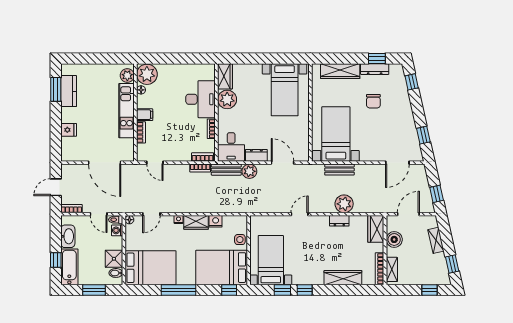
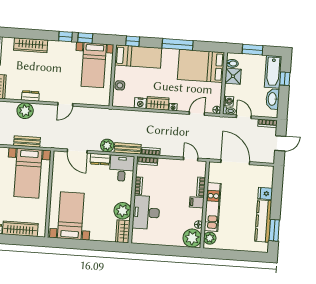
kitchen counter: (69, 91) -> (263, 221), width x1.50
bed: (222, 268) -> (138, 57), width x0.67

